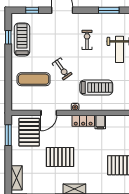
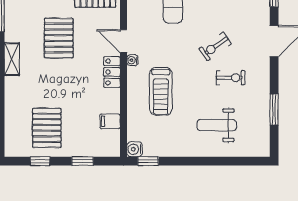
exercise bike: (62, 69) -> (215, 46), moved
door: (49, 113) -> (123, 41), moved
filing cabinet: (100, 122) -> (110, 121), moved

